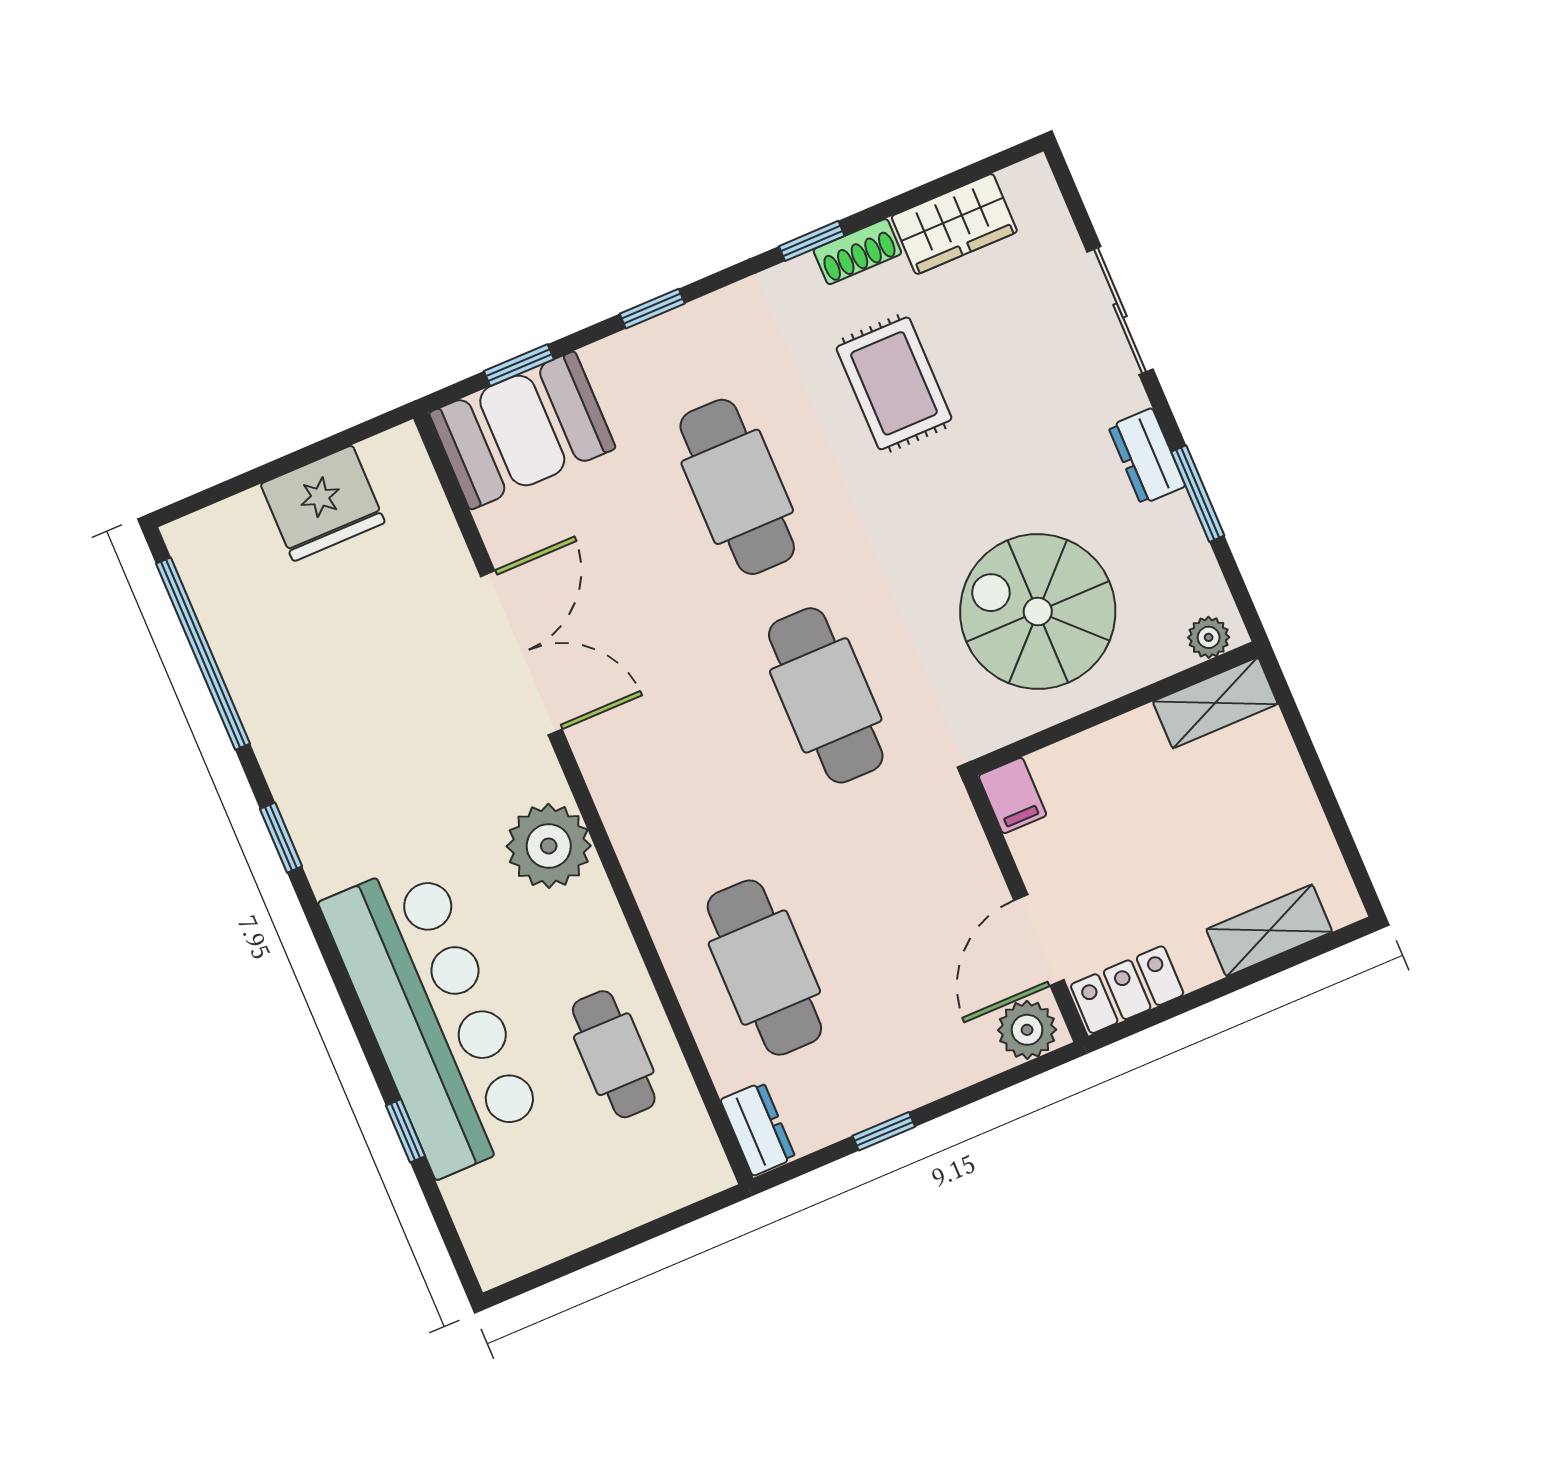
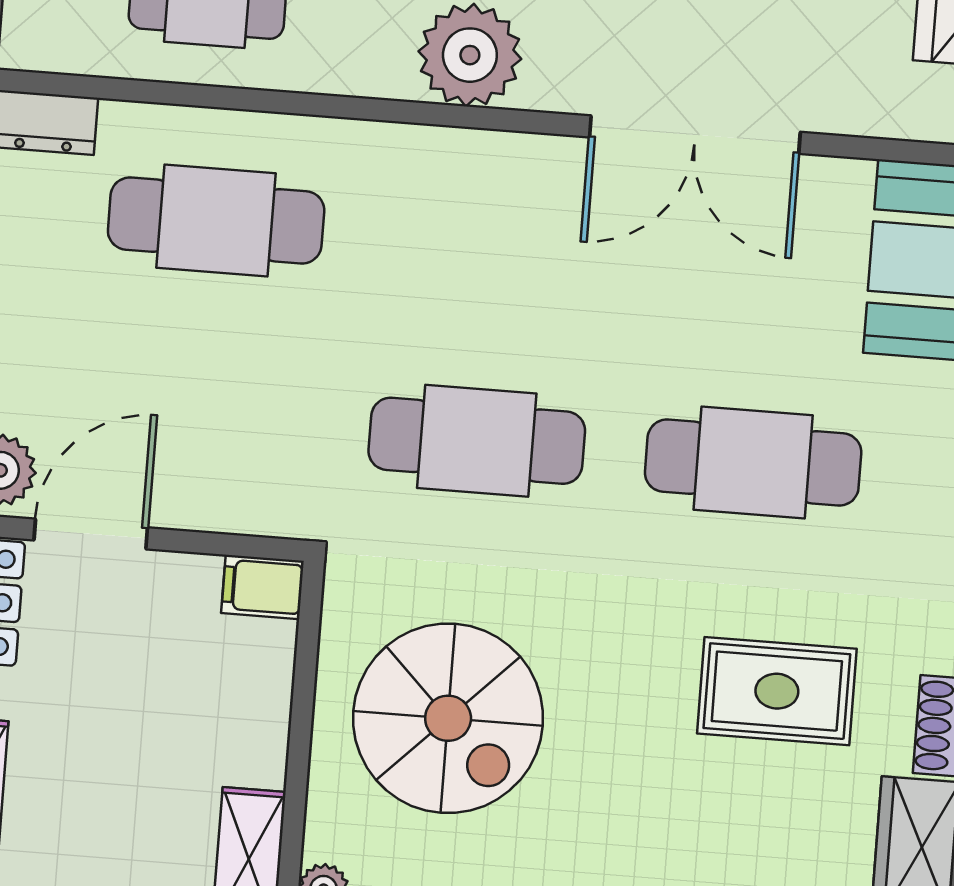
spiral stairs: (1038, 612) -> (448, 718), turned 90
door: (1039, 940) -> (91, 534), hinge flipped

